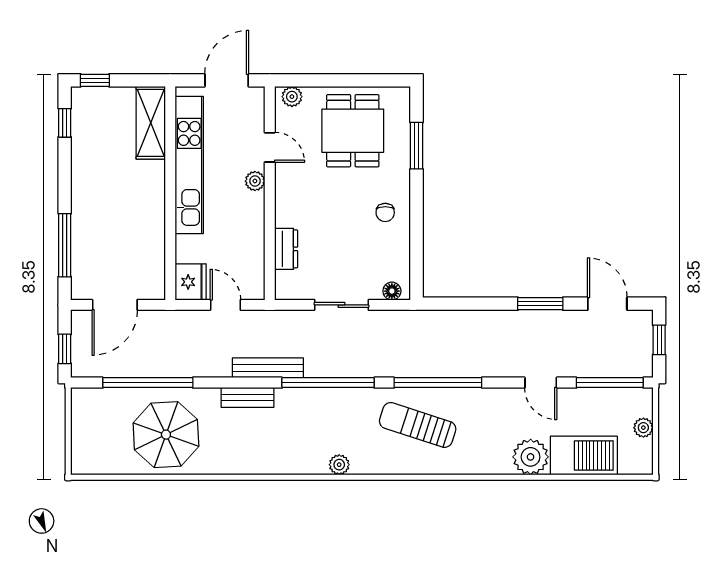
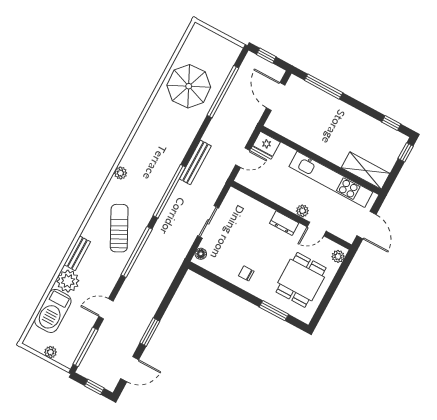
dining table: (353, 131) -> (301, 280), turned 90
dresser: (286, 249) -> (284, 223), moved
bench: (248, 397) -> (77, 253), moved
sun lounger: (418, 425) -> (119, 228), turned -45

